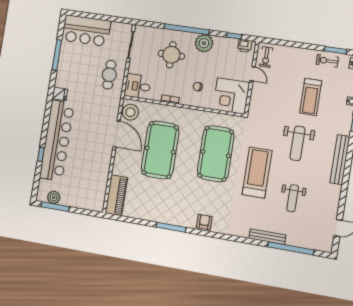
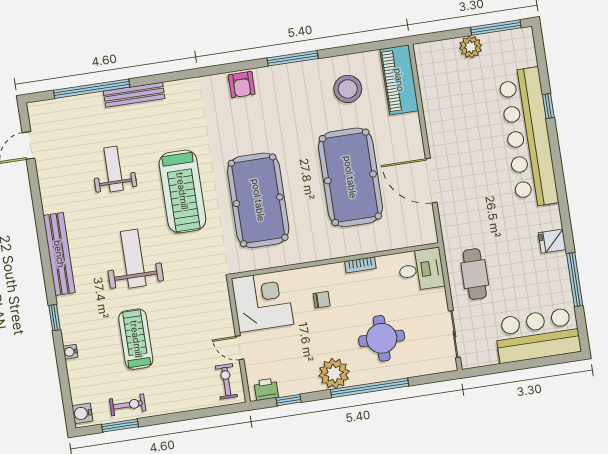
fridge: (60, 94) -> (552, 241), moved
stool: (130, 112) -> (348, 89), moved
plant: (54, 197) -> (471, 47), moved

